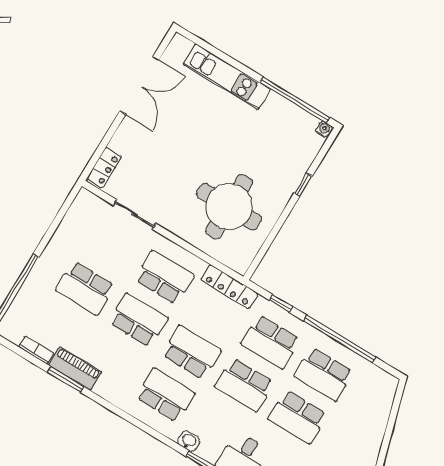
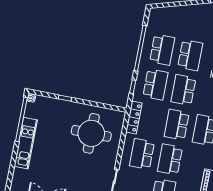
kitchen unit: (227, 77) -> (26, 143), moved
school desk: (245, 385) -> (183, 90), turned 180

